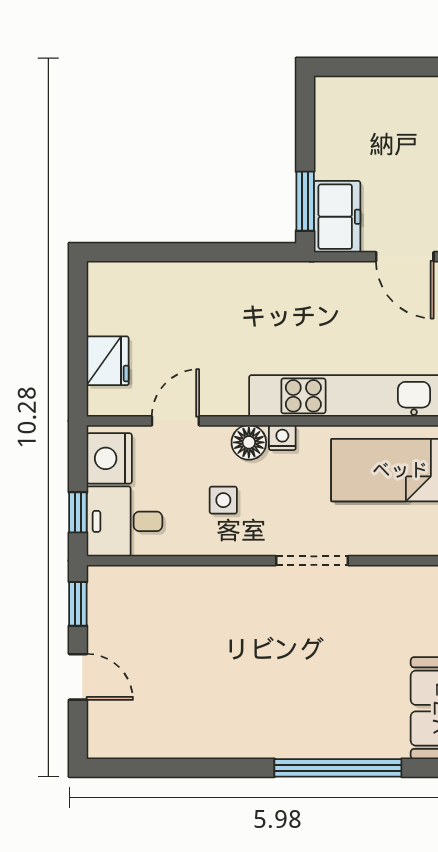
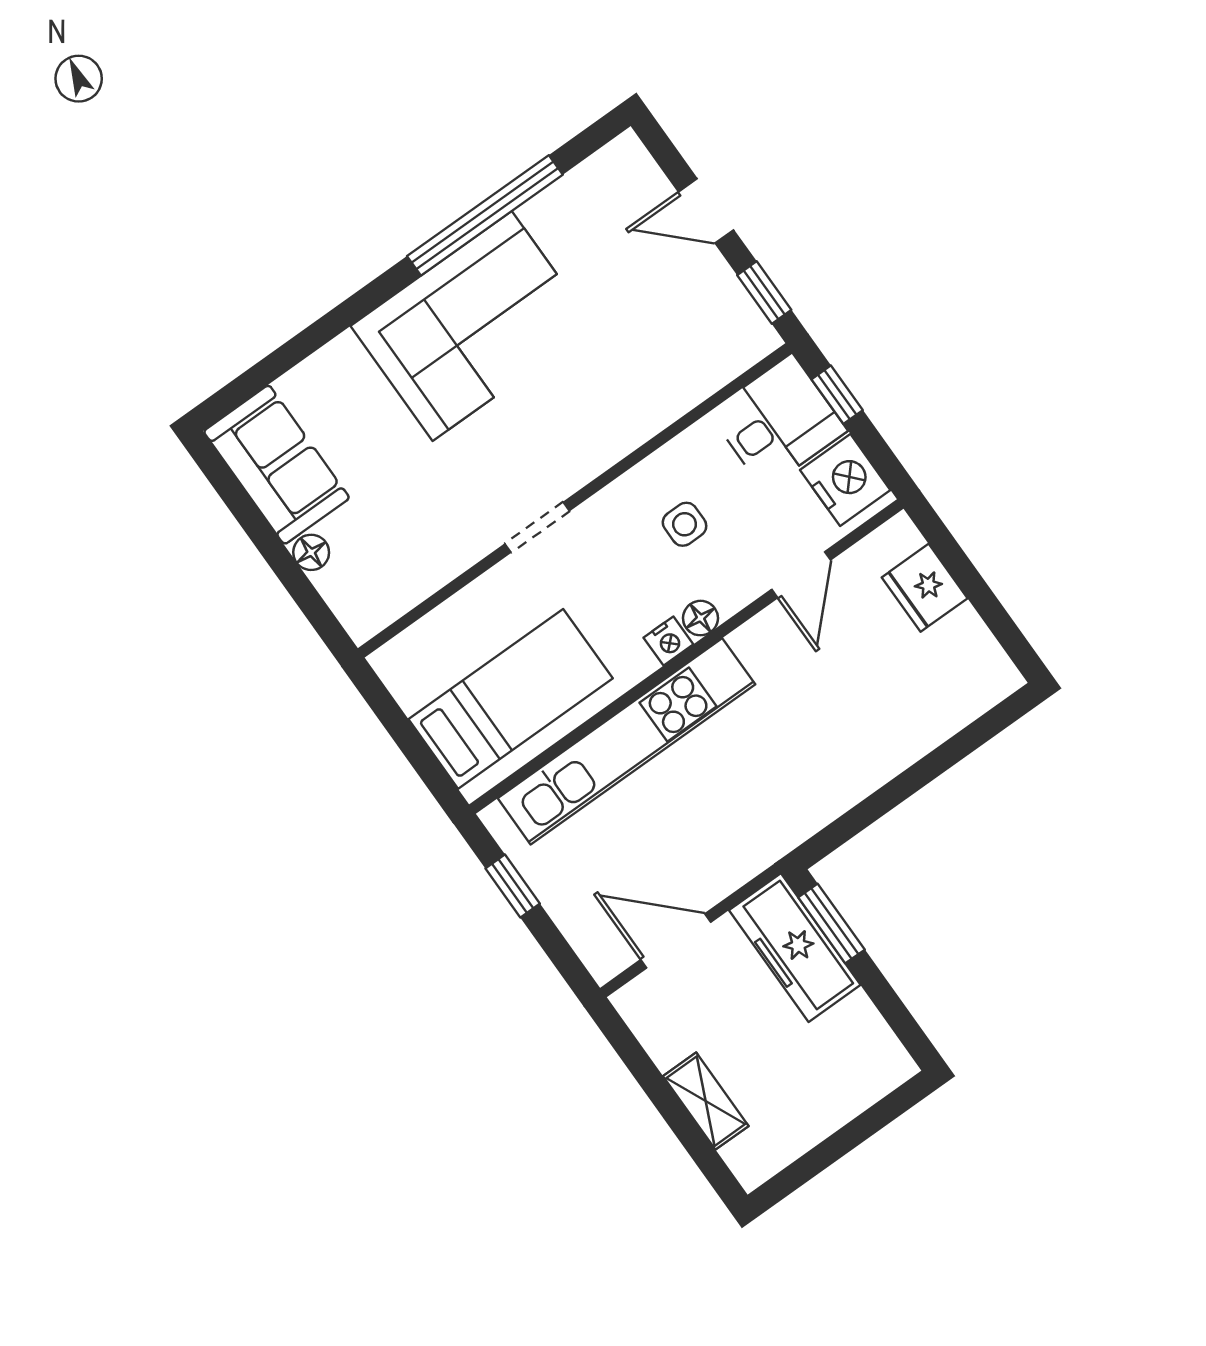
freezer: (337, 217) -> (795, 948), width x1.40
floor lamp: (249, 442) -> (700, 618), width x0.73, depth x0.73
doorway: (312, 561) -> (537, 527), width x0.73
corner sofa: (265, 708) -> (472, 326), added
window: (338, 768) -> (485, 215), moved

